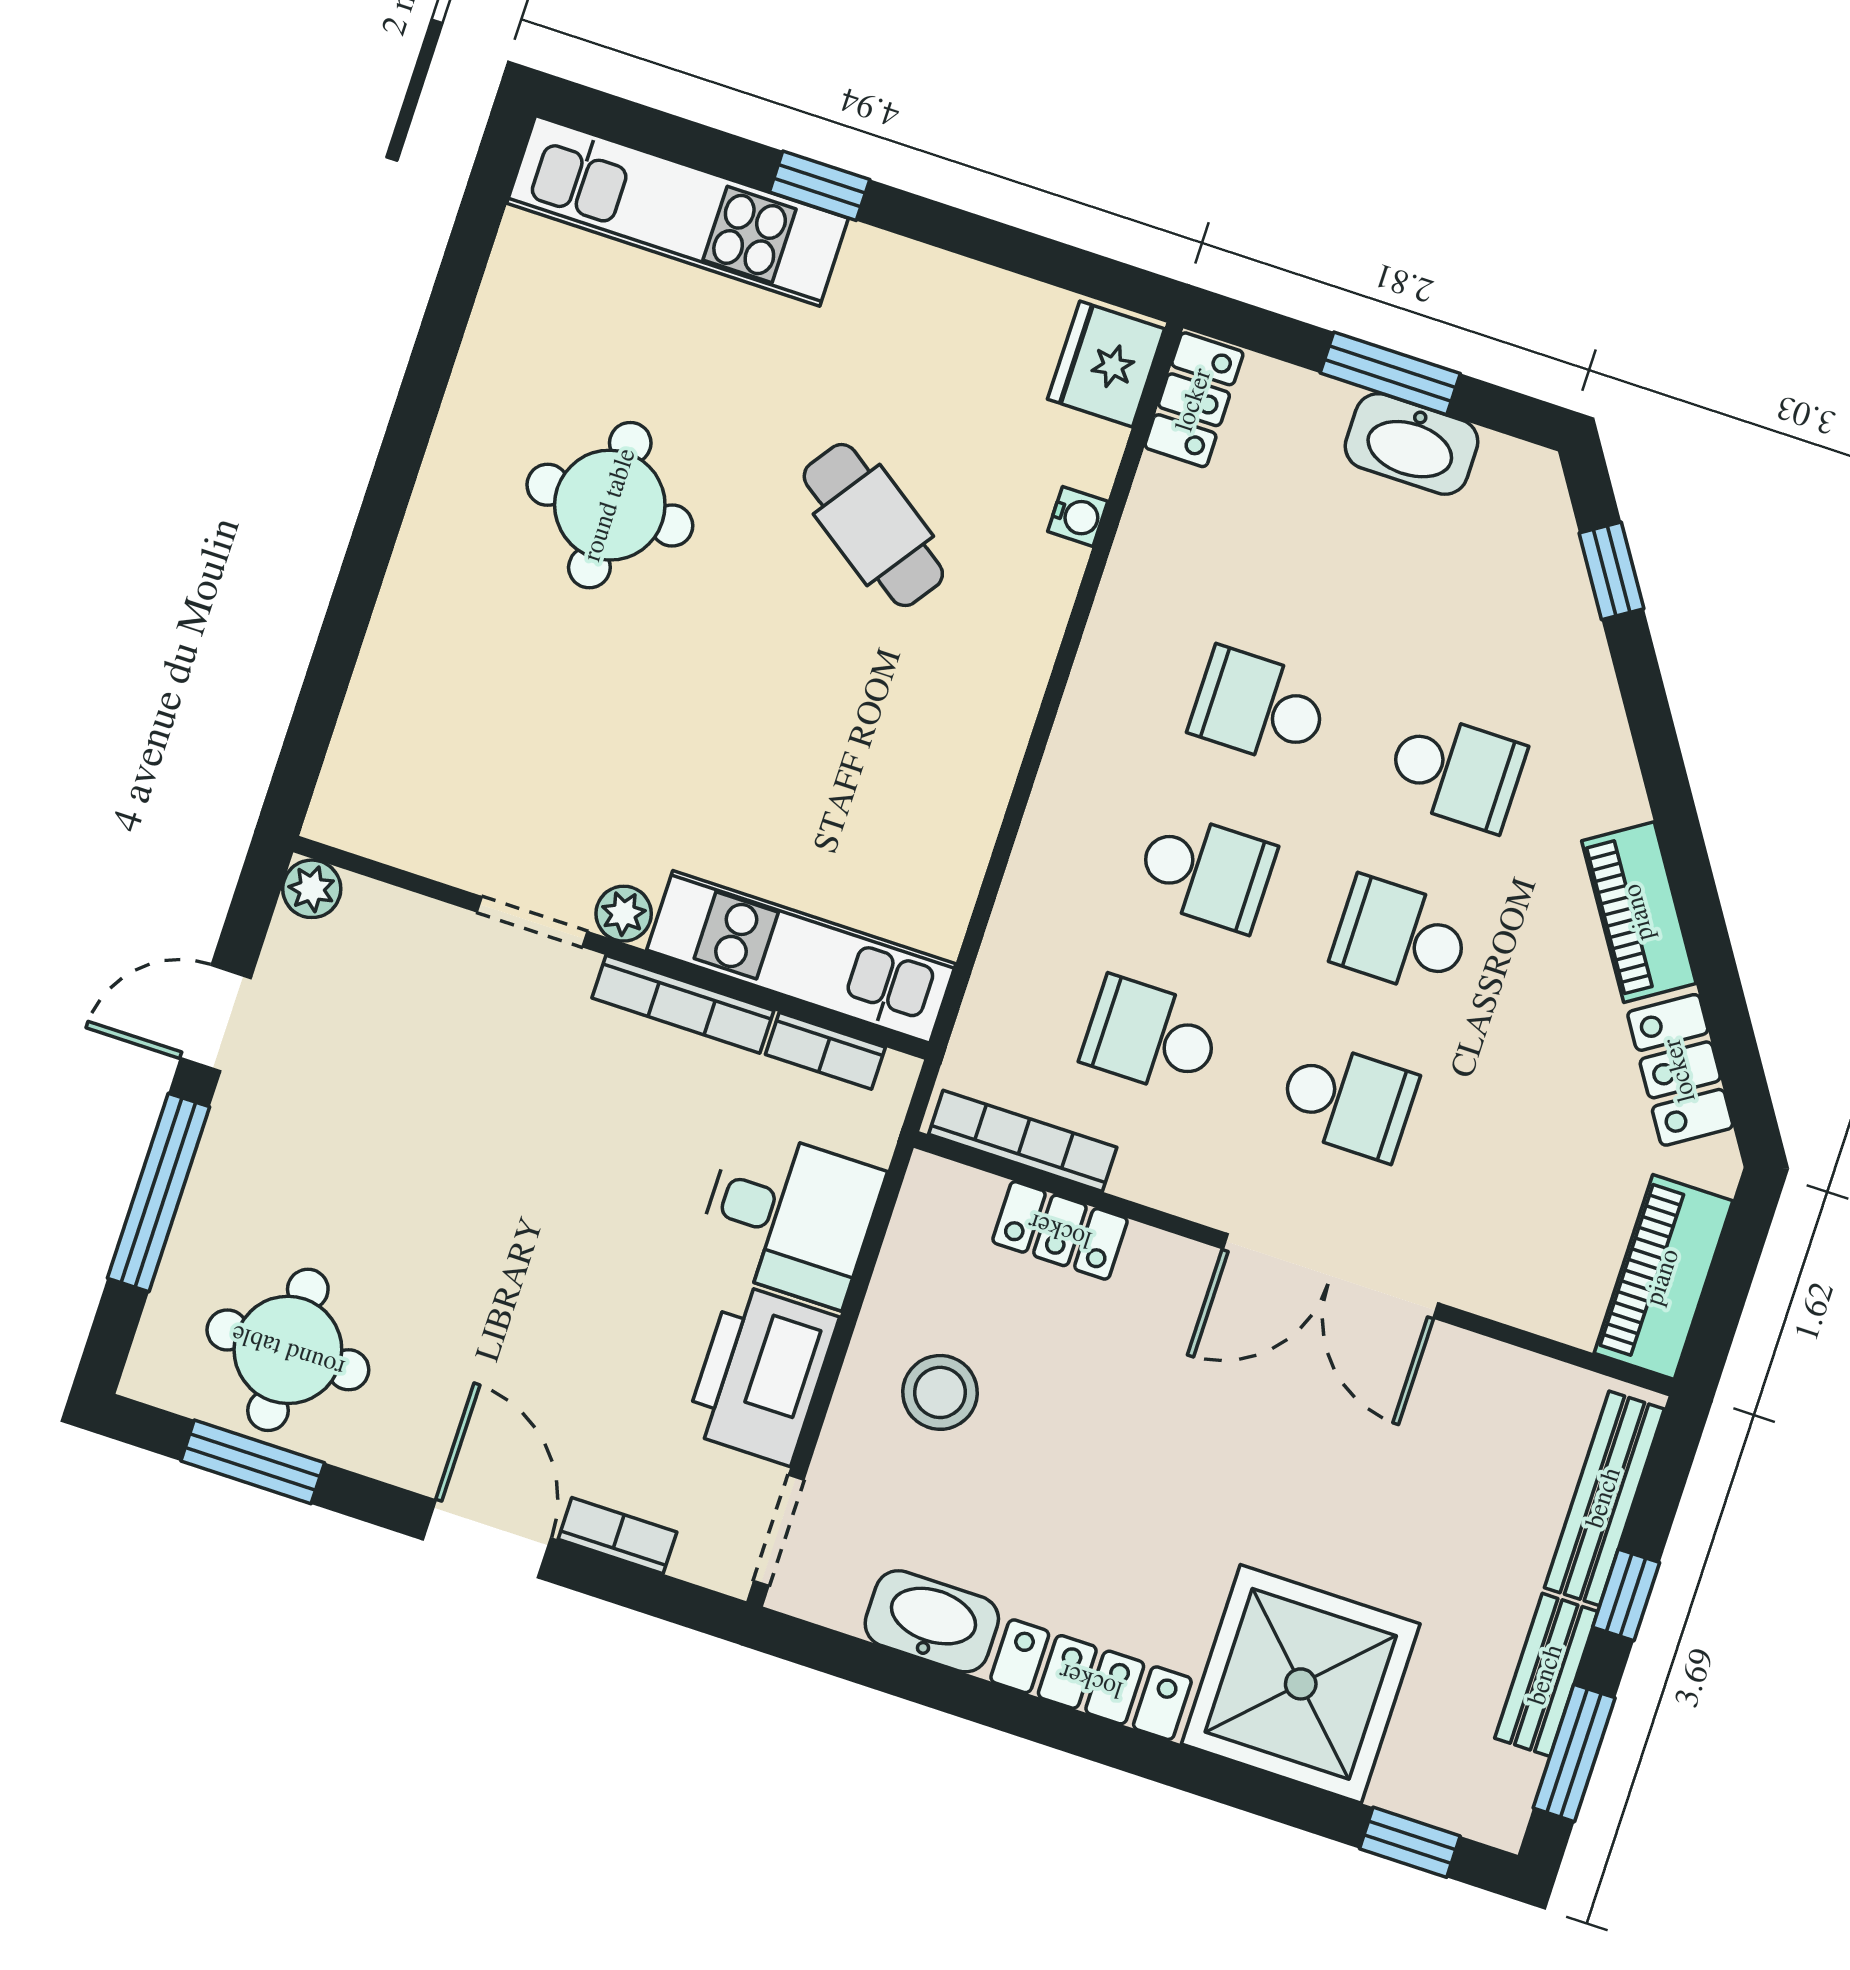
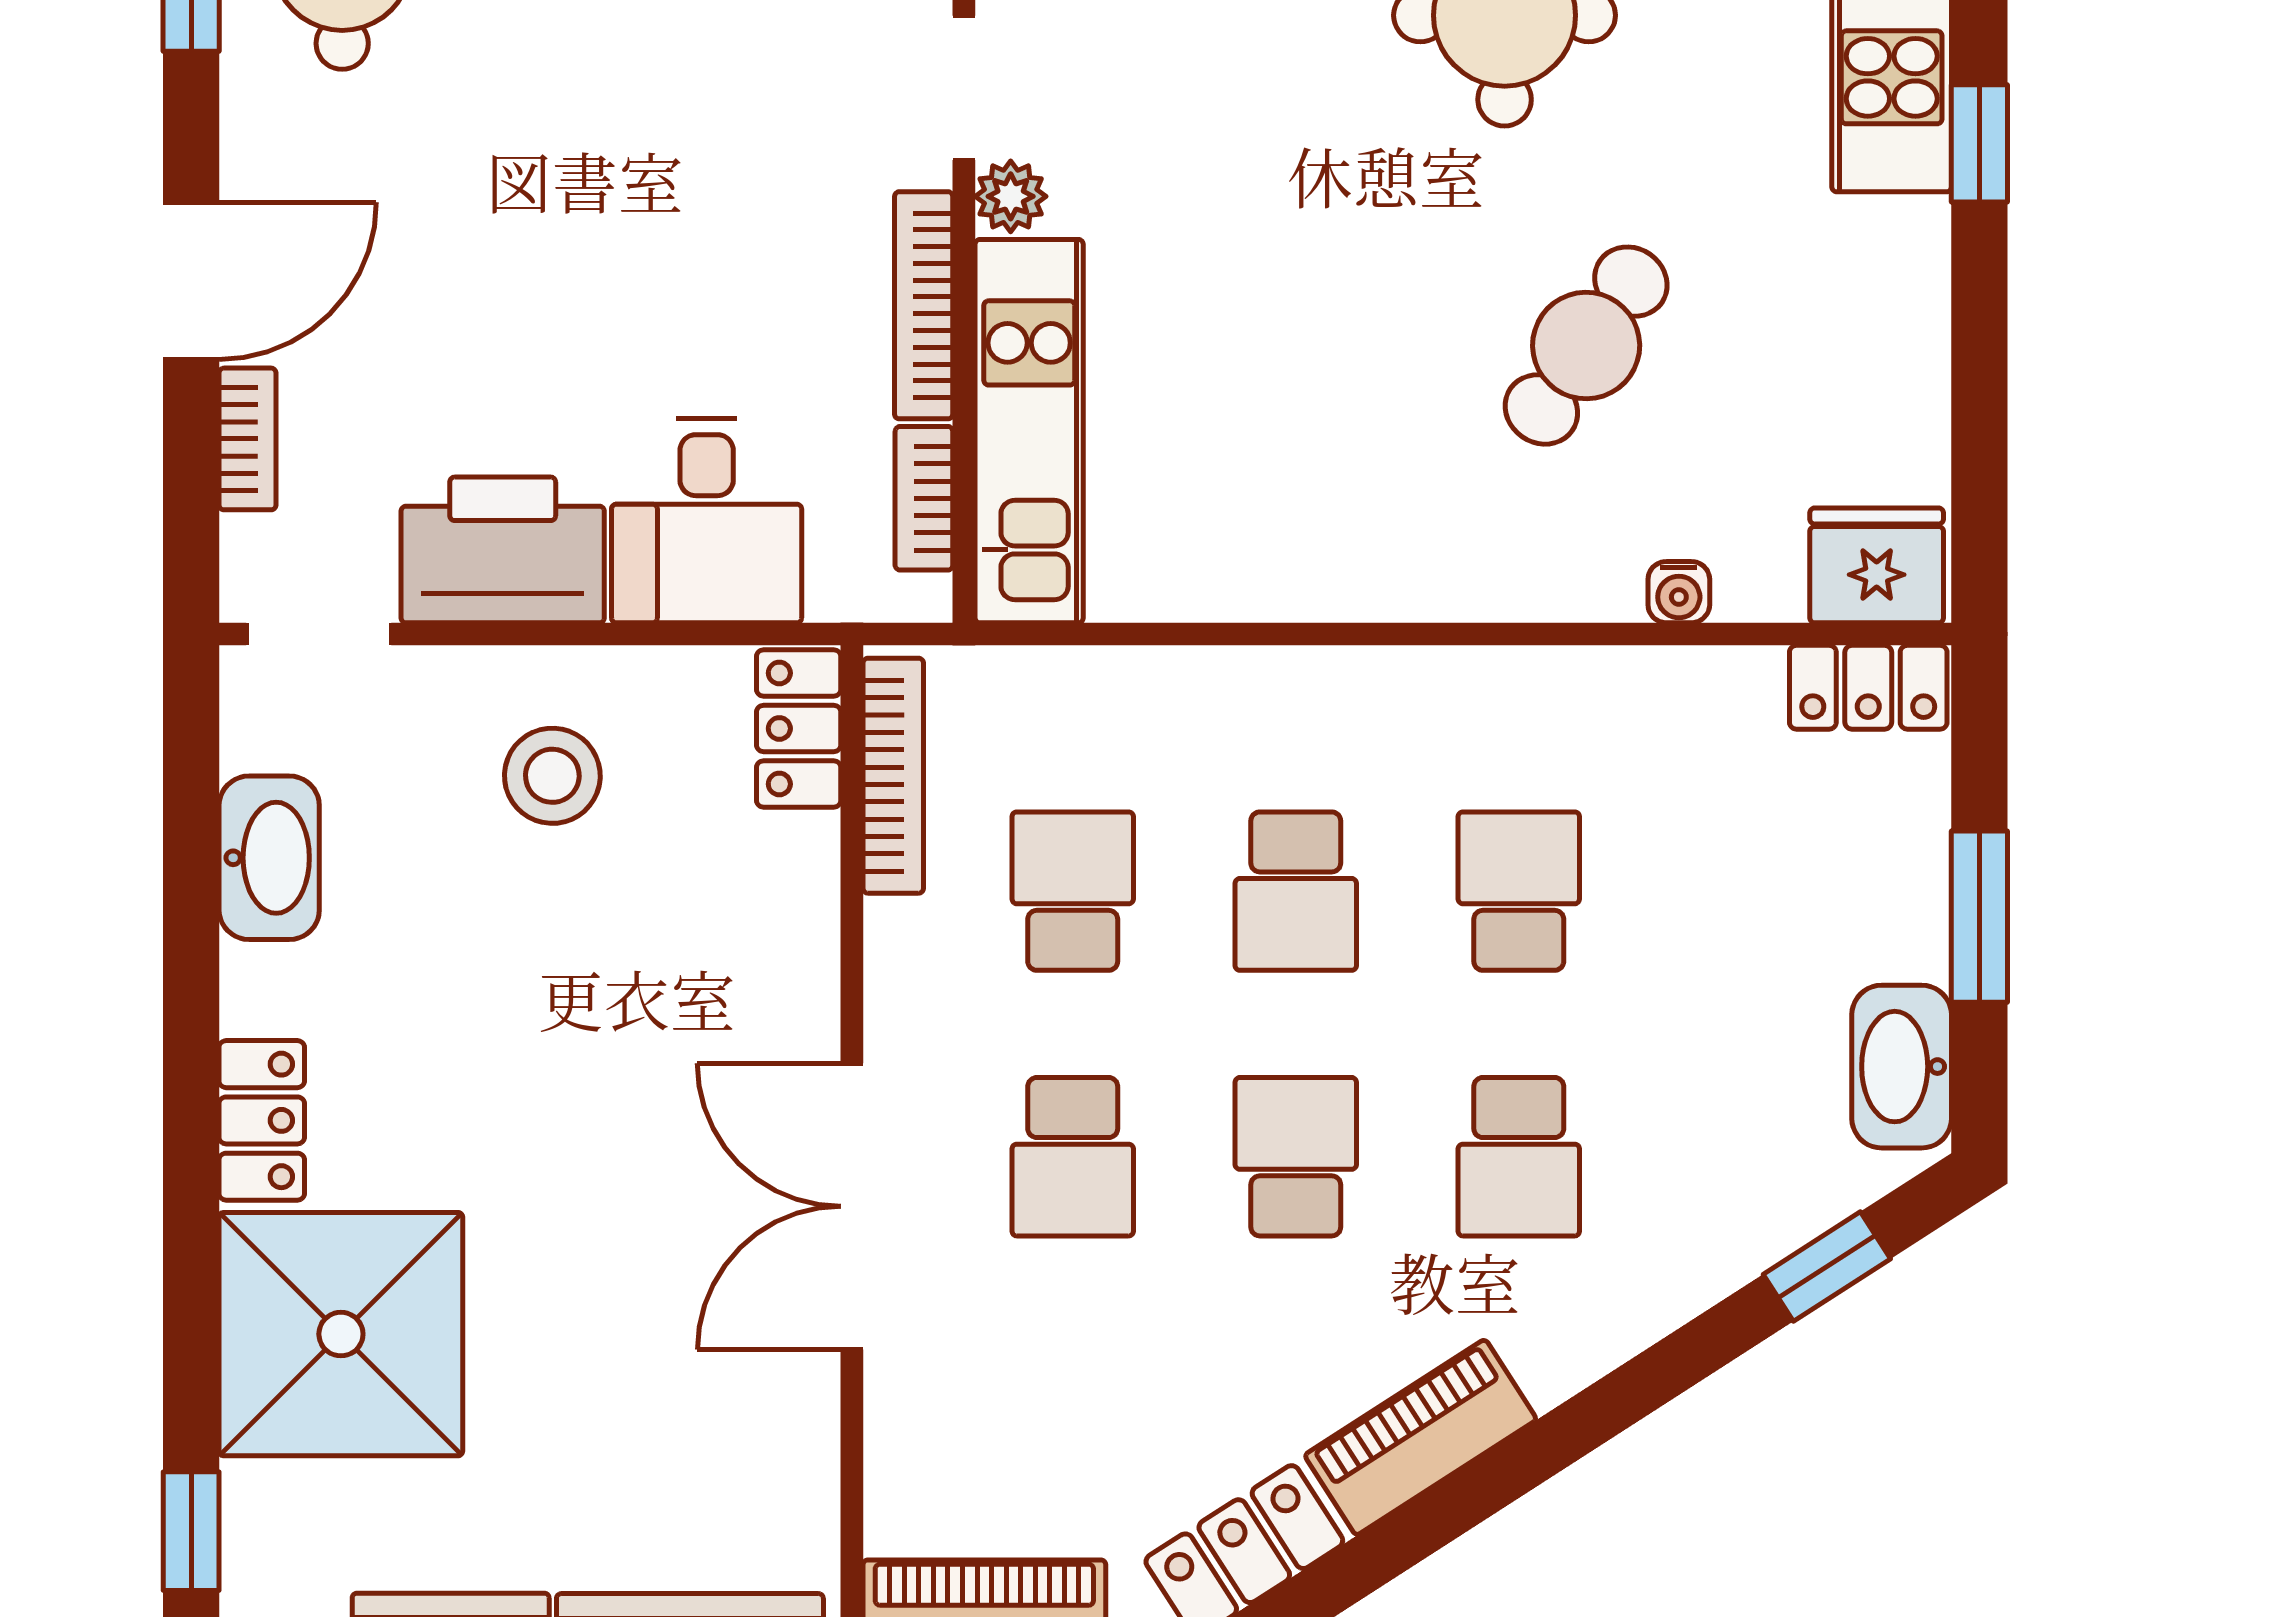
washbasin: (1412, 444) -> (1902, 1067), moved
locker: (1060, 1230) -> (799, 728), moved
locker: (1091, 1680) -> (262, 1120), width x0.66

